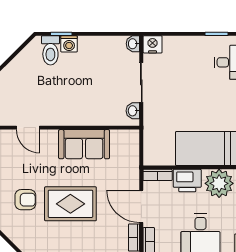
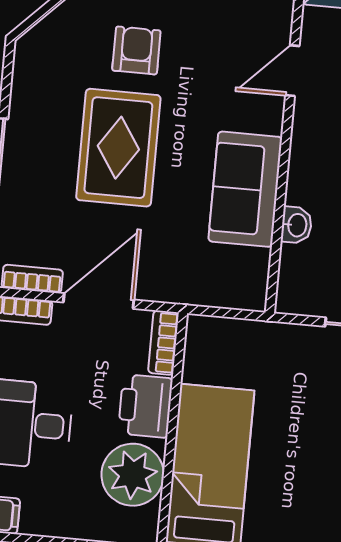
washbasin: (133, 111) -> (296, 225), moved, turned 90
armchair: (25, 200) -> (136, 50), turned 180

